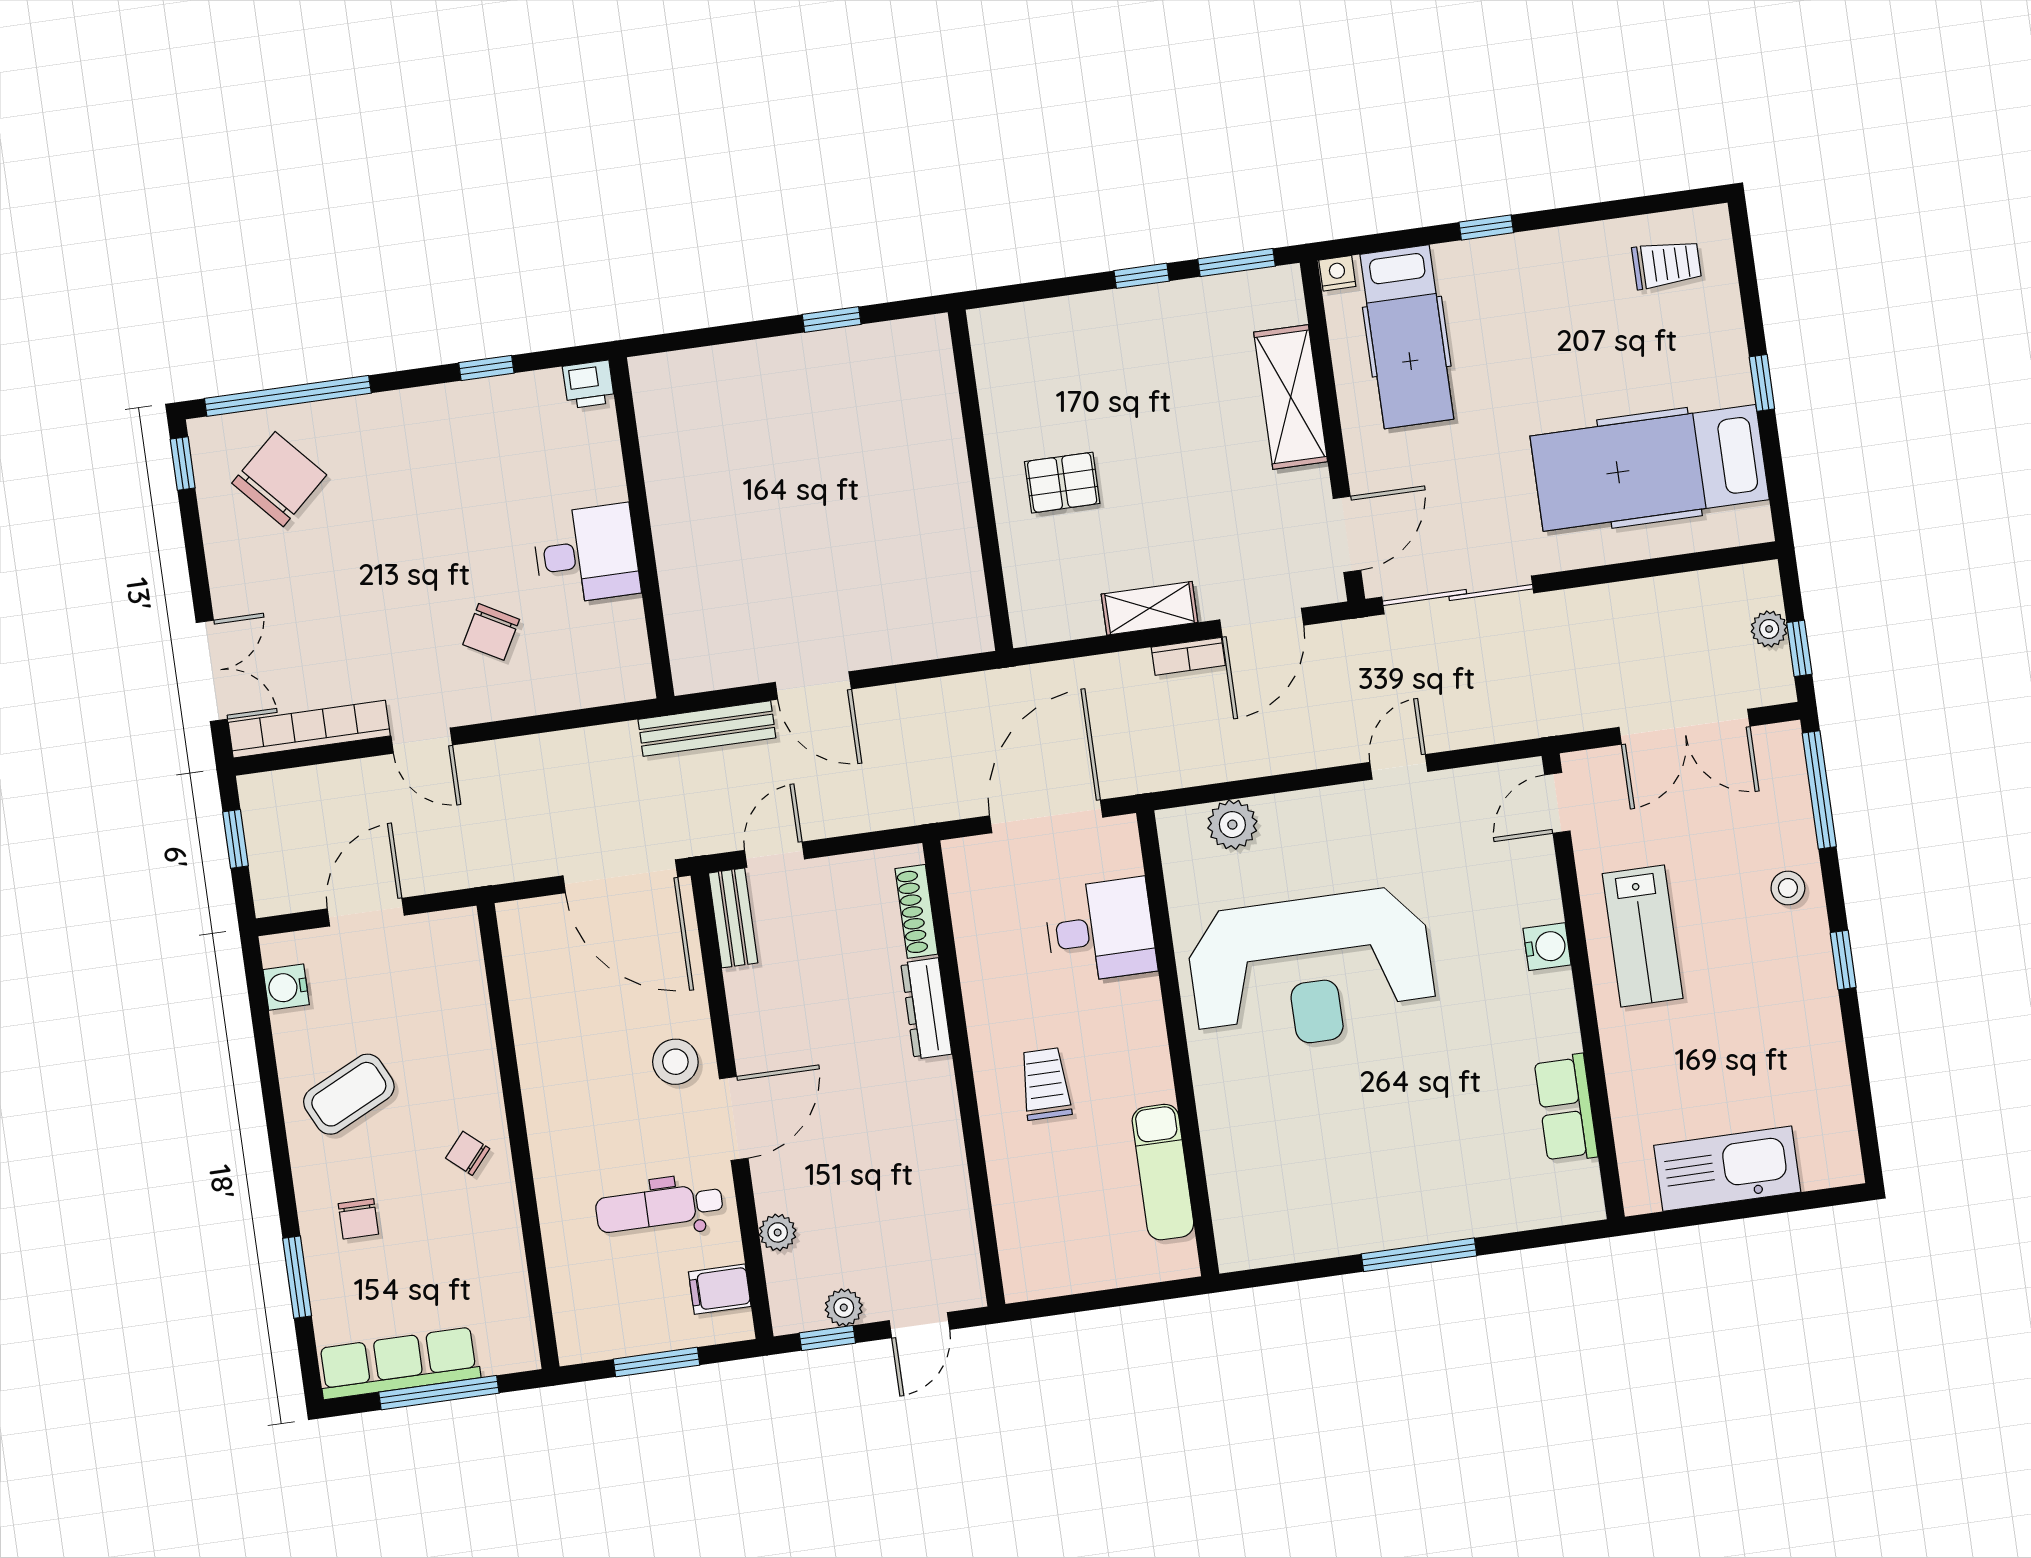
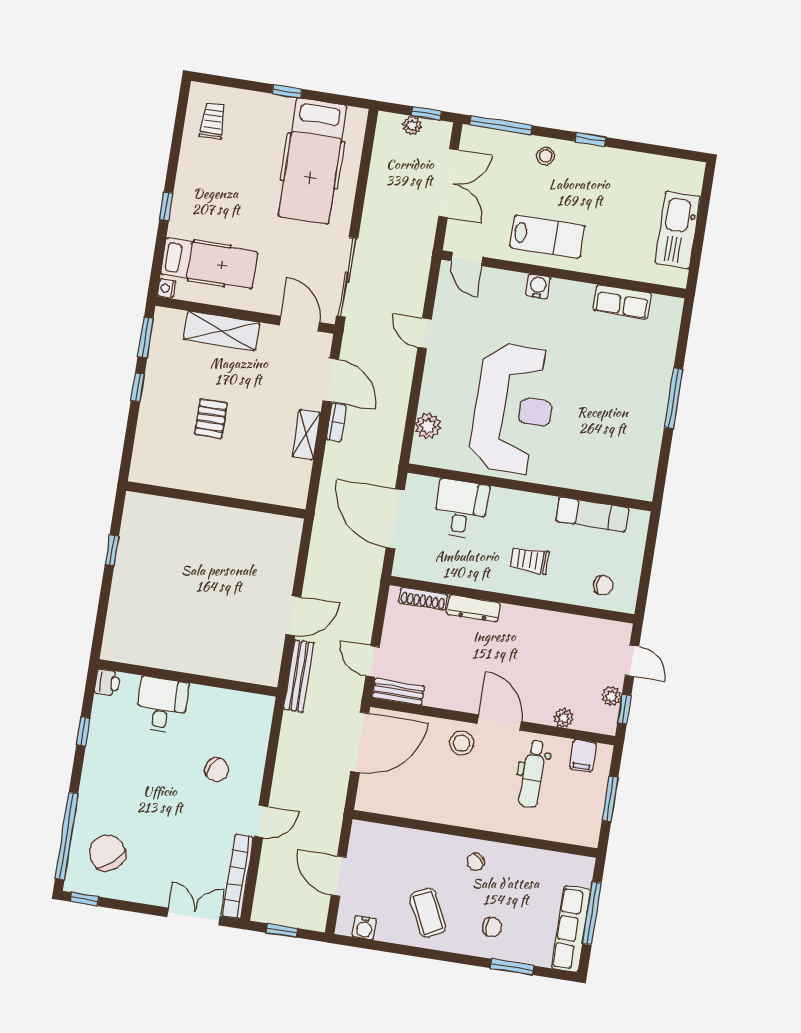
pallet: (1062, 483) -> (211, 419), moved
desk: (586, 554) -> (162, 705), moved
chair: (1041, 1231) -> (603, 585), added

